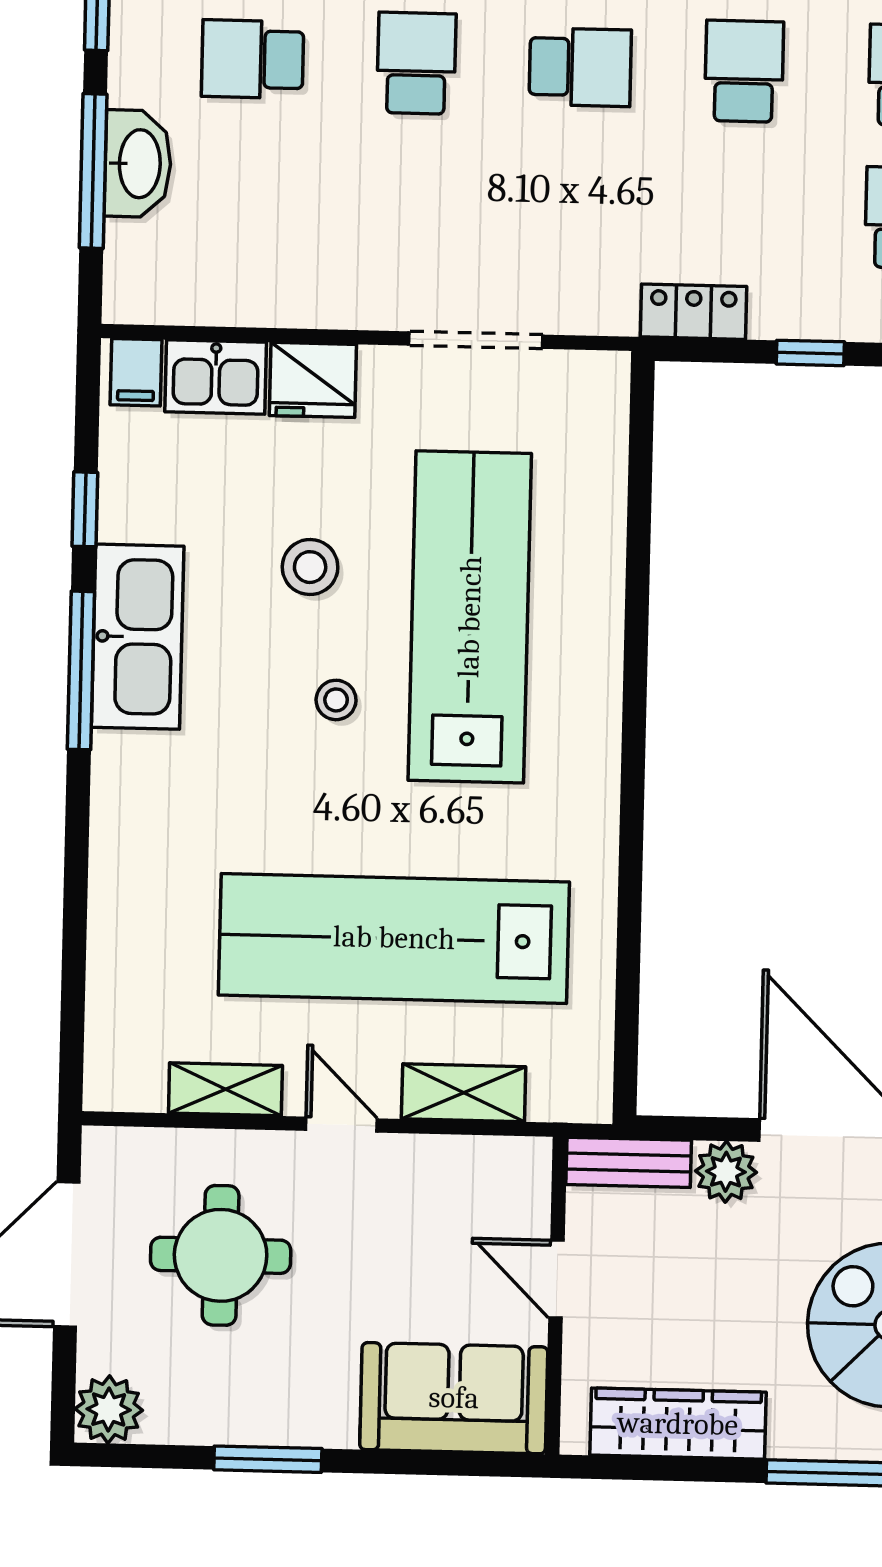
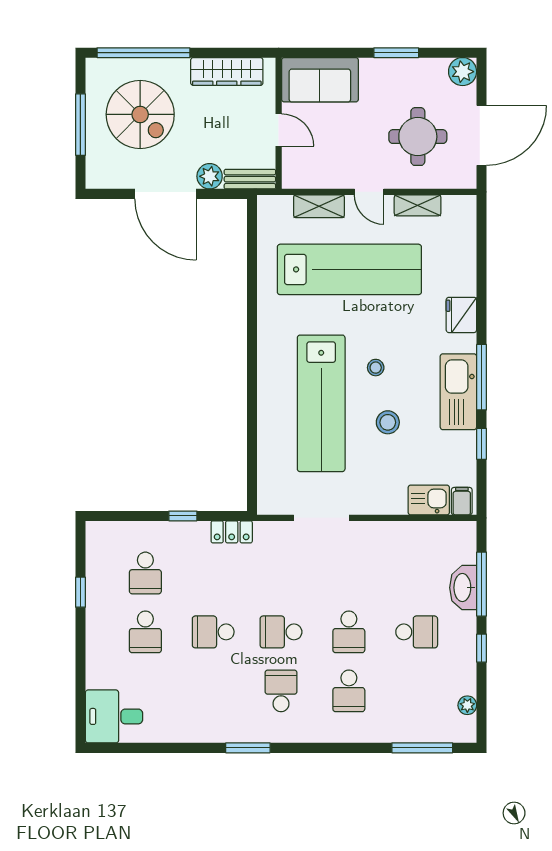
school desk: (744, 71) -> (213, 632), turned 90
fridge: (313, 380) -> (461, 315), moved, turned -90

